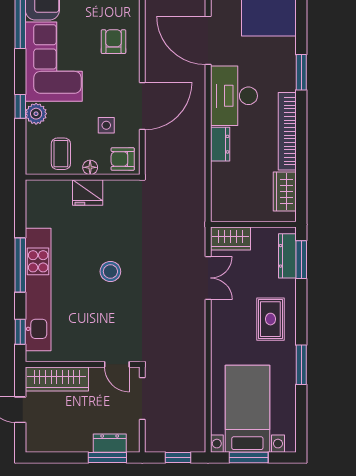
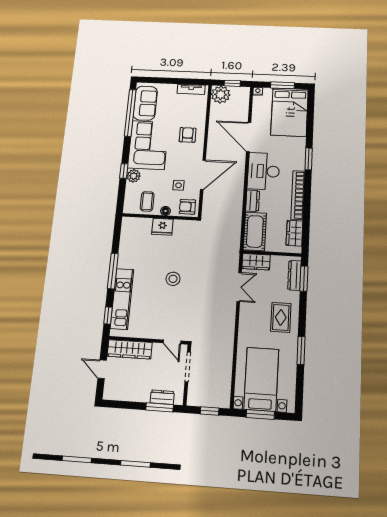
cot: (226, 192) -> (255, 231), added
kitchen unit: (38, 290) -> (122, 299), width x0.73

